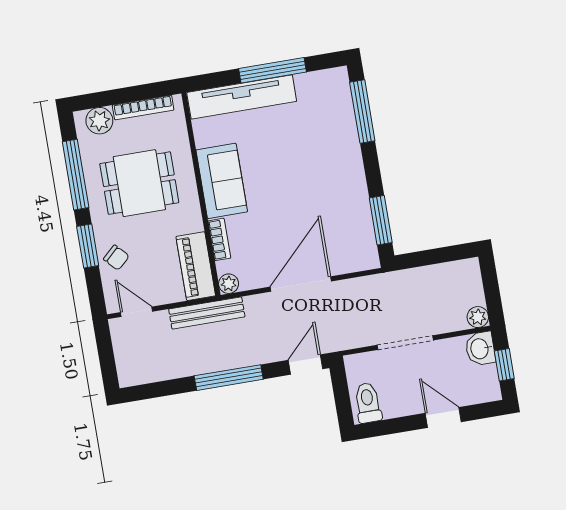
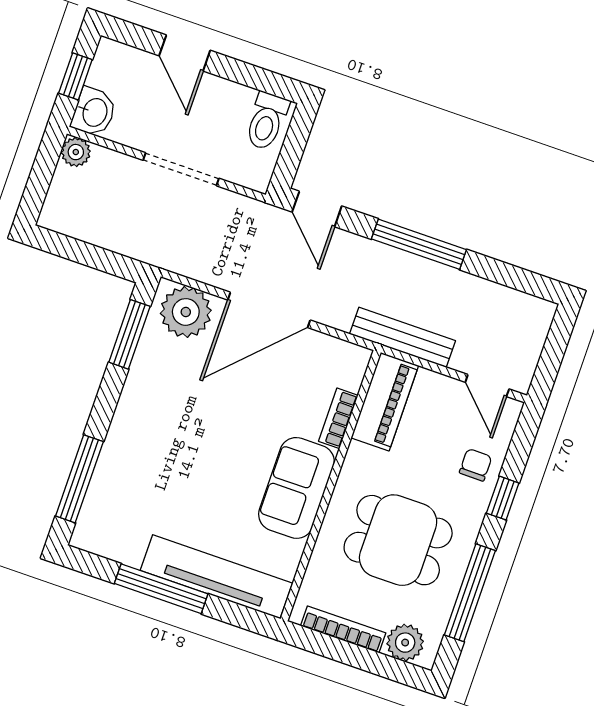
window: (88, 246) -> (503, 498), width x0.67
chair: (116, 258) -> (476, 465), turned 43
plant: (229, 284) -> (186, 312), moved, width x1.88, depth x1.88
door: (305, 365) -> (317, 209), hinge flipped

